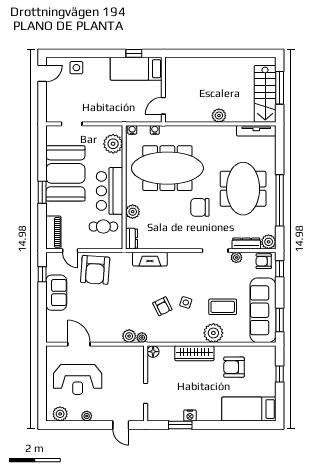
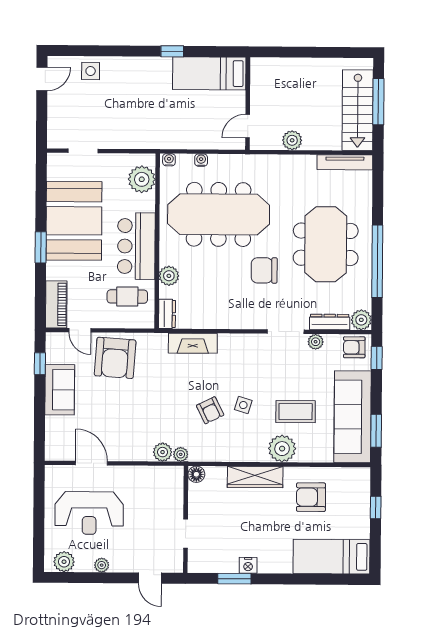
bed: (136, 69) -> (209, 73), moved
wall: (163, 90) -> (248, 104), moved
door: (163, 106) -> (248, 126), moved

